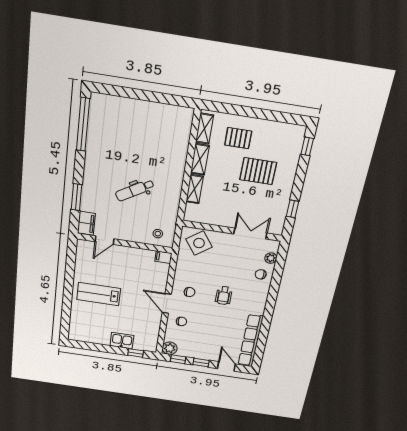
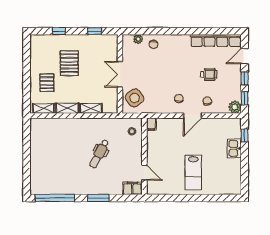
window: (307, 146) -> (59, 31), moved
dental chair: (135, 190) -> (99, 154), turned 59
window: (76, 197) -> (99, 198), moved
double door: (250, 234) -> (120, 74), moved
wheelchair: (224, 295) -> (209, 74), moved

